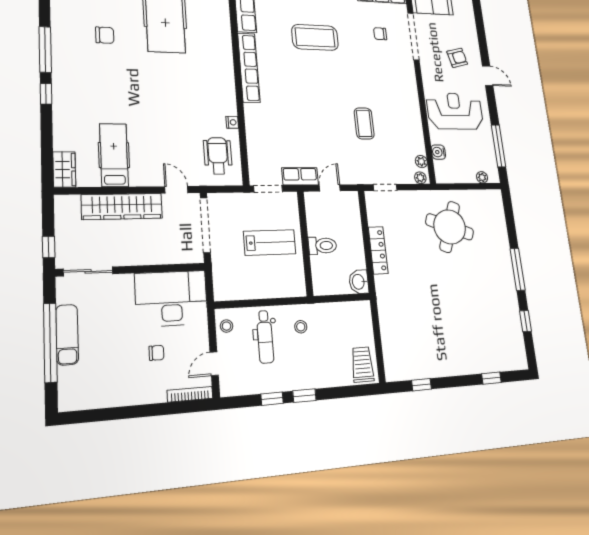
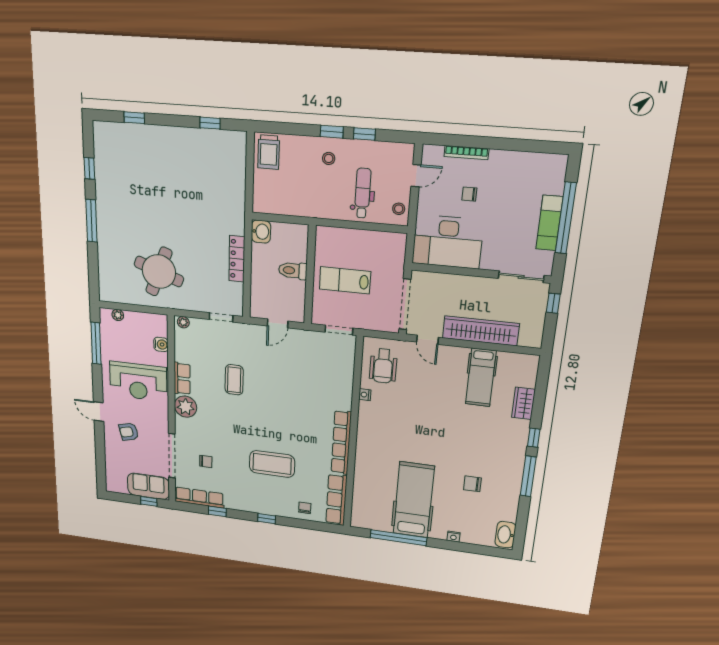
plant: (421, 162) -> (186, 407), moved, width x1.87, depth x1.87
wardrobe: (64, 169) -> (523, 403), moved
row of seats: (300, 176) -> (182, 379), moved, turned -90
stool: (301, 327) -> (329, 158), moved
bookcase: (190, 394) -> (466, 153), moved

